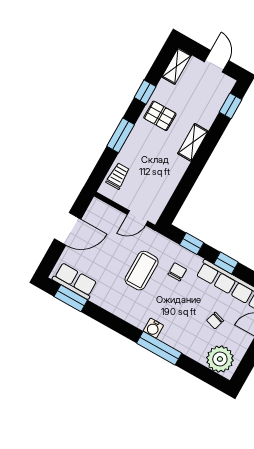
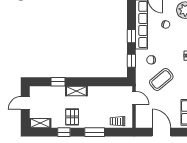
window: (231, 106) -> (58, 82), moved
coffee table: (142, 271) -> (161, 79), turned -40

